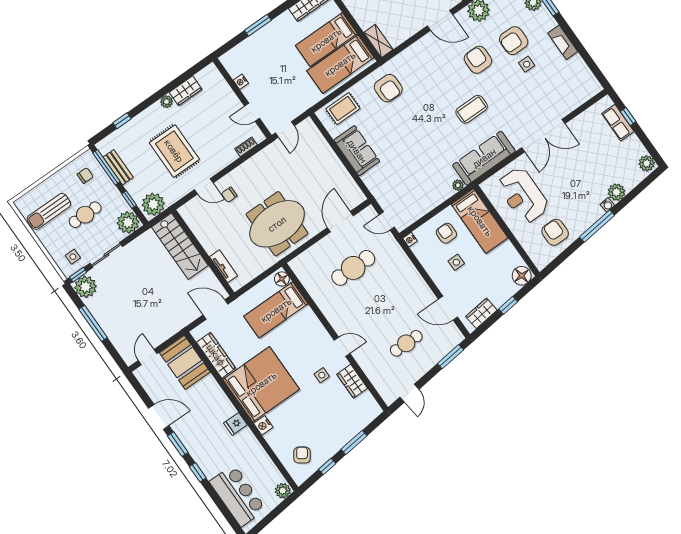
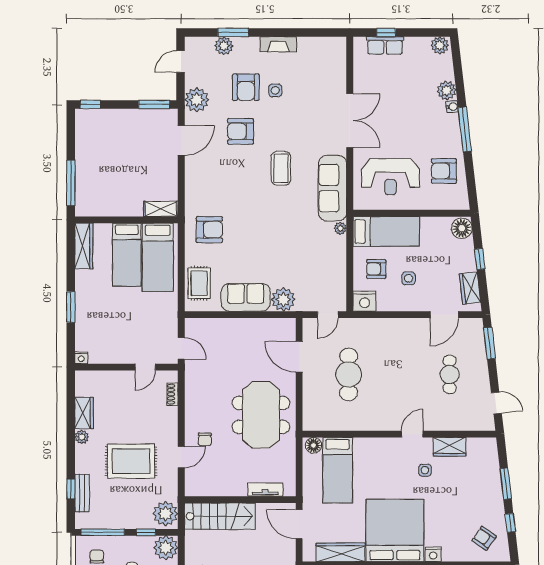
nightstand: (241, 82) -> (81, 358), moved
bench: (118, 167) -> (82, 493), moved, turned 90
plant: (375, 180) -> (283, 299), added
nightstand: (410, 240) -> (364, 301), width x1.89, depth x1.79
door: (215, 309) -> (299, 524), hinge flipped

